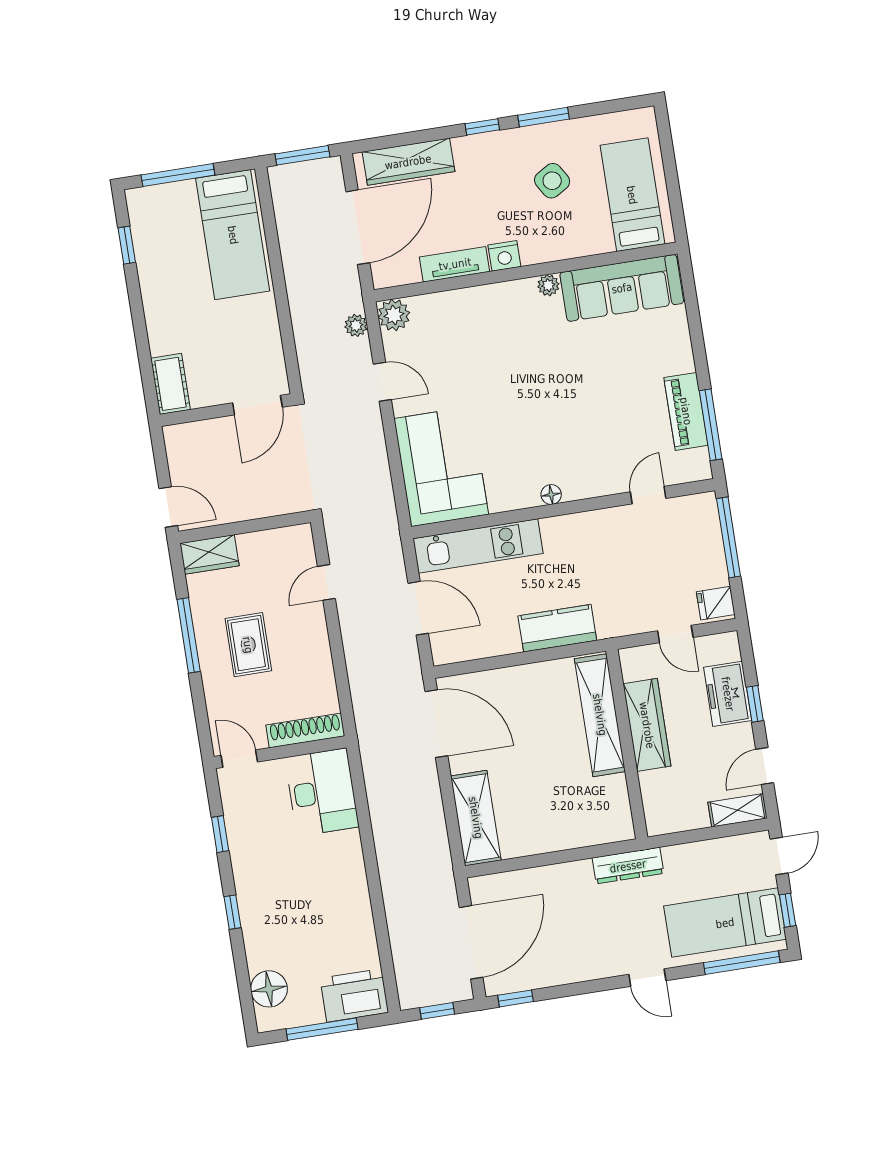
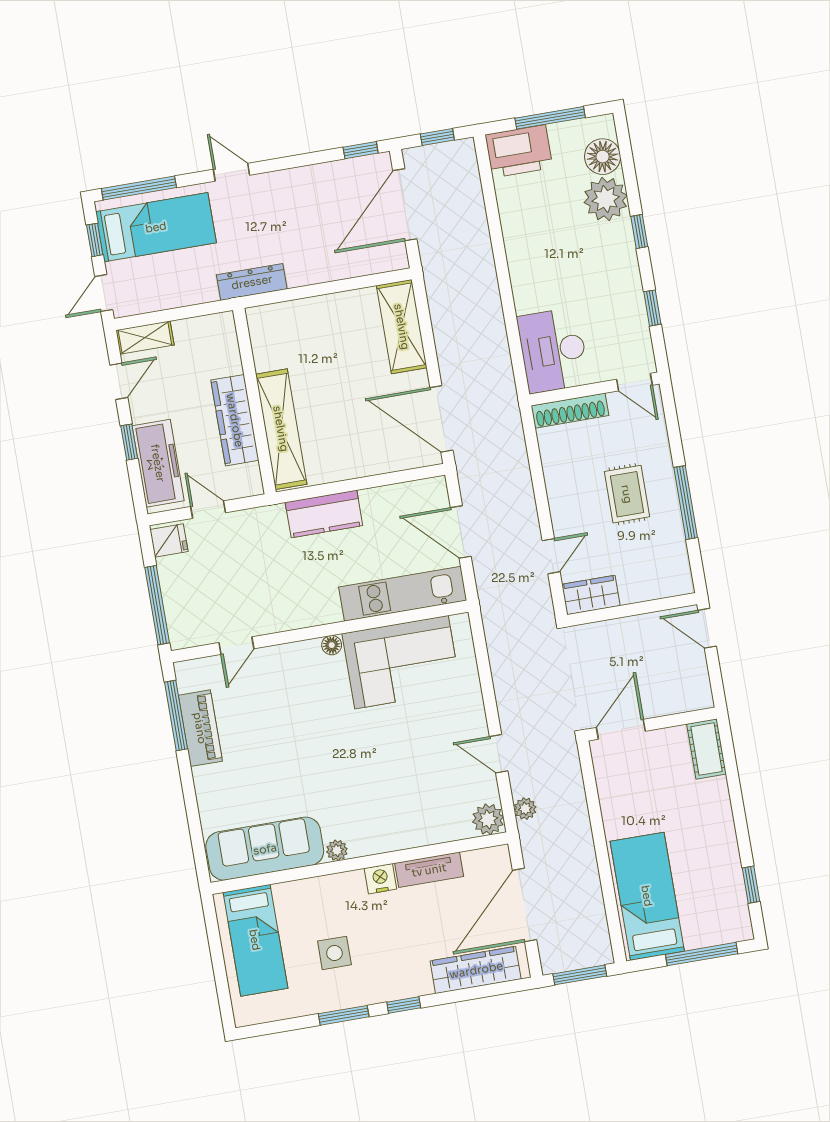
side table: (552, 181) -> (334, 953), turned 31
corner sofa: (441, 466) -> (401, 662), moved, turned -90
wardrobe: (209, 554) -> (591, 595), moved
freezer: (728, 694) -> (158, 463), width x1.40
plant: (266, 946) -> (606, 199), added

